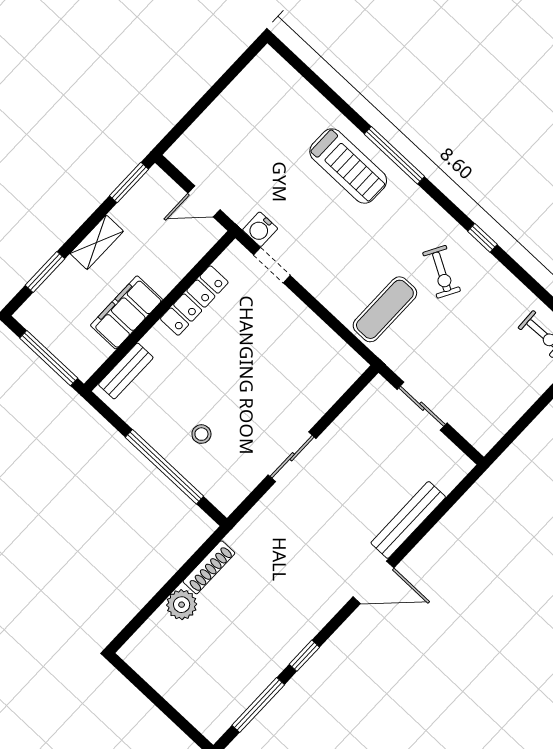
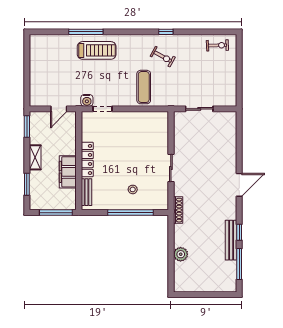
window: (394, 155) -> (86, 32), moved
locker: (194, 301) -> (87, 159), moved
exercise mat: (385, 309) -> (144, 87), moved
bench: (408, 520) -> (231, 240), moved
shoe rack: (209, 567) -> (178, 210), moved

